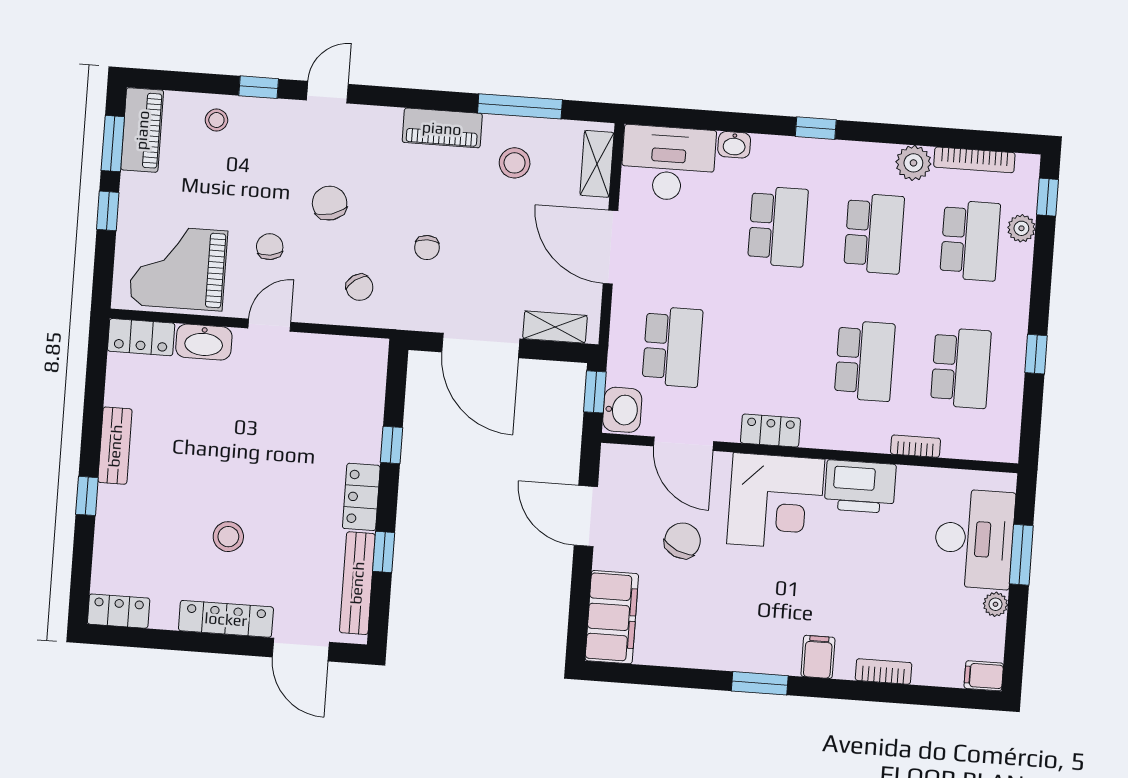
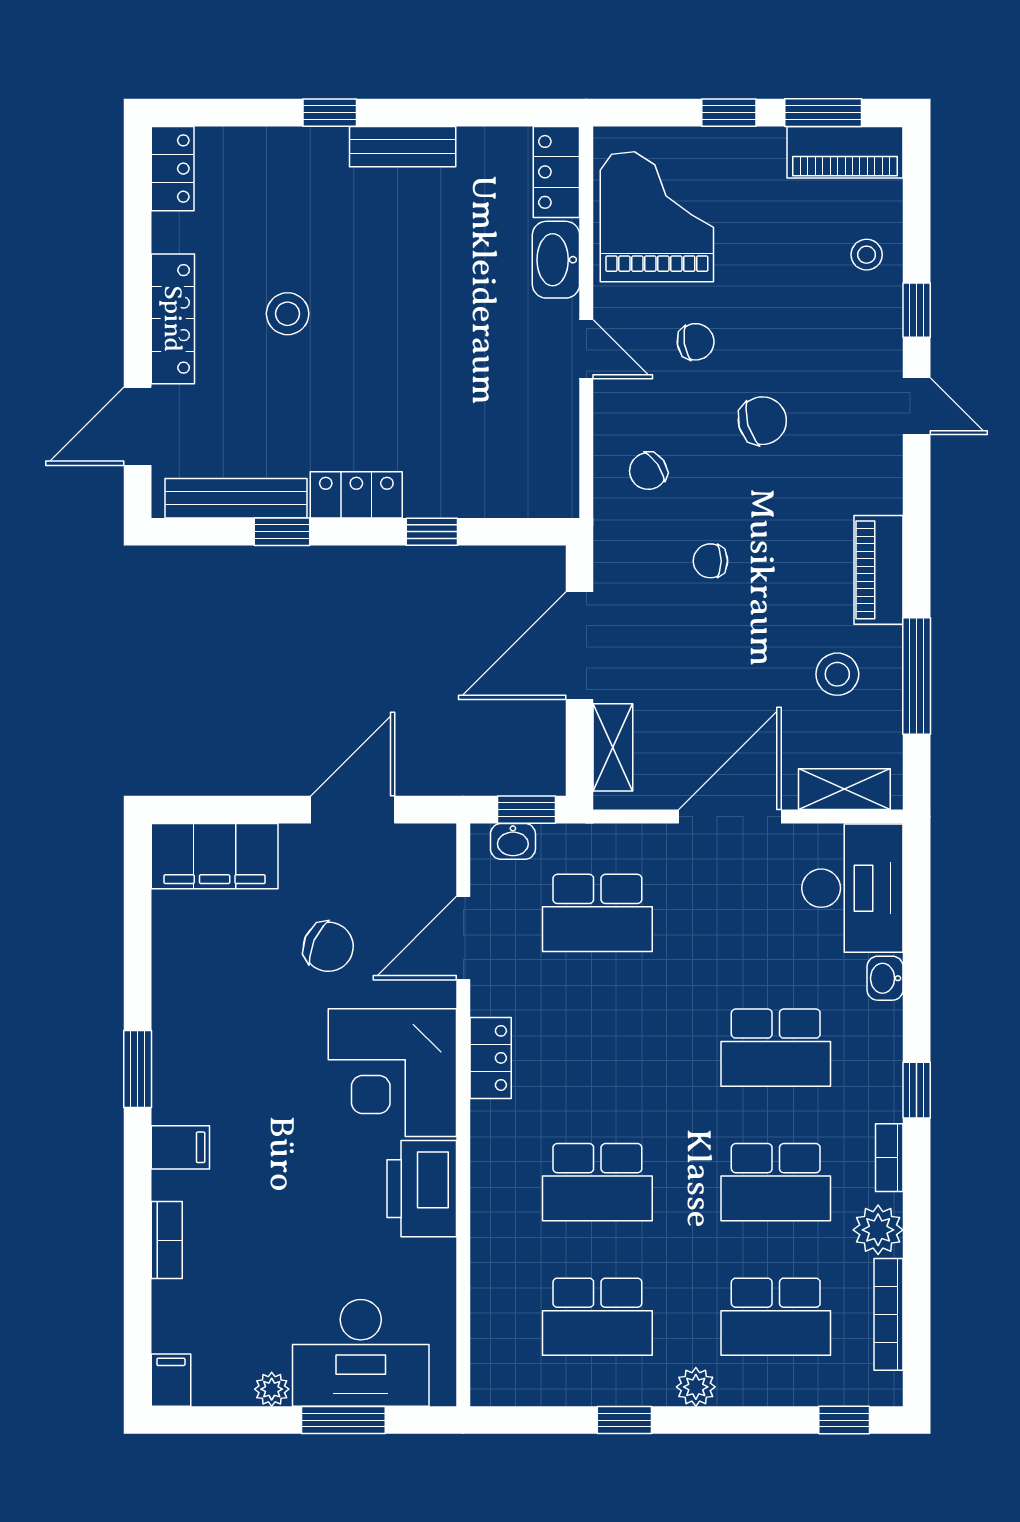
plant: (1021, 228) -> (696, 1387), moved
washbasin: (622, 410) -> (513, 841), width x0.72, depth x0.69
bookcase: (915, 446) -> (889, 1158), moved, turned 180

